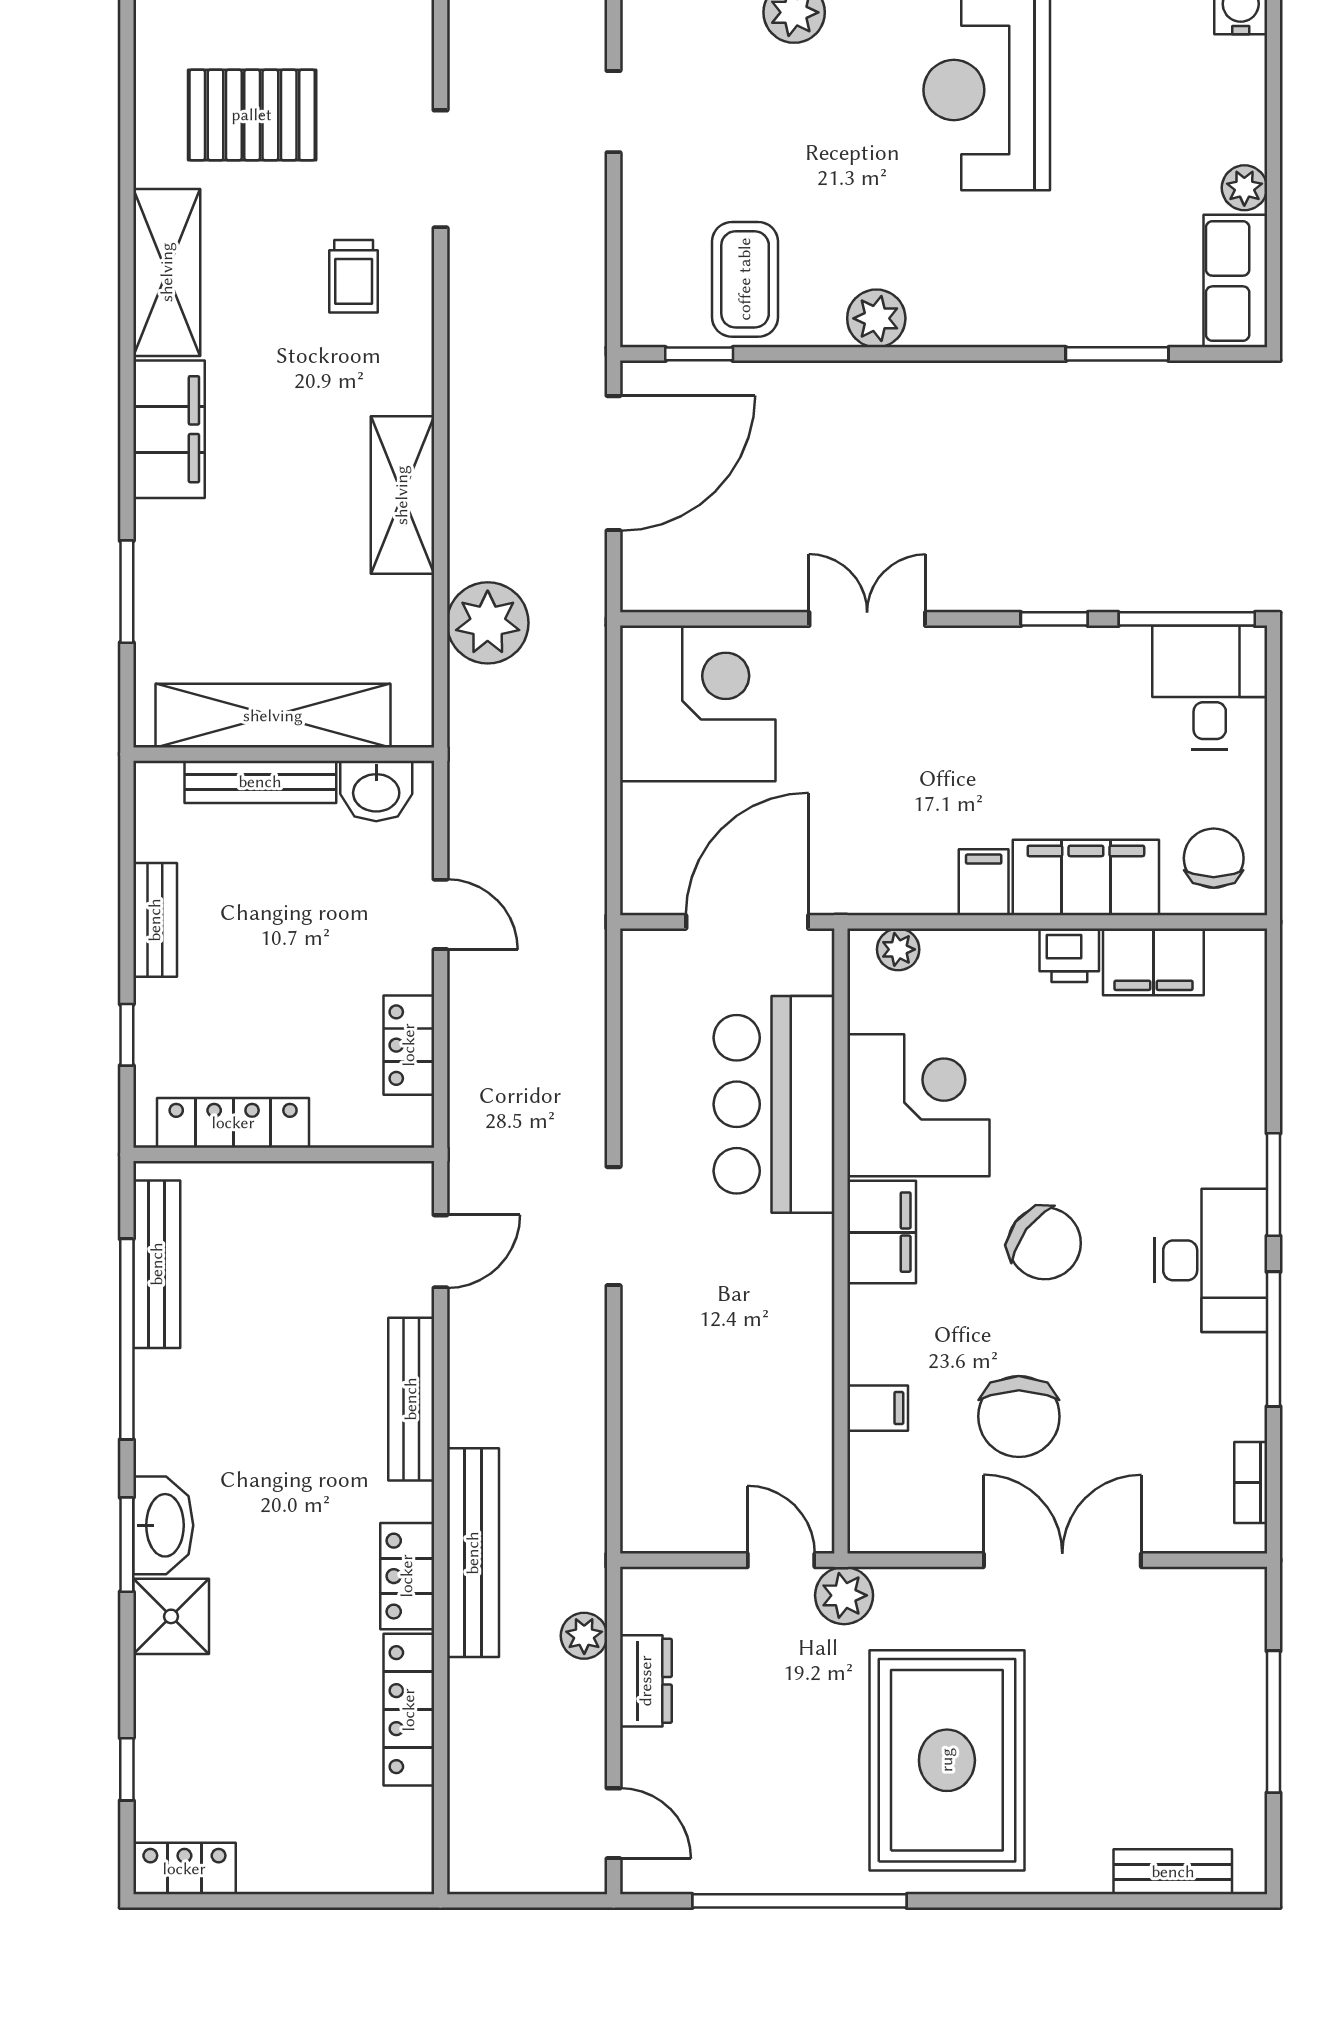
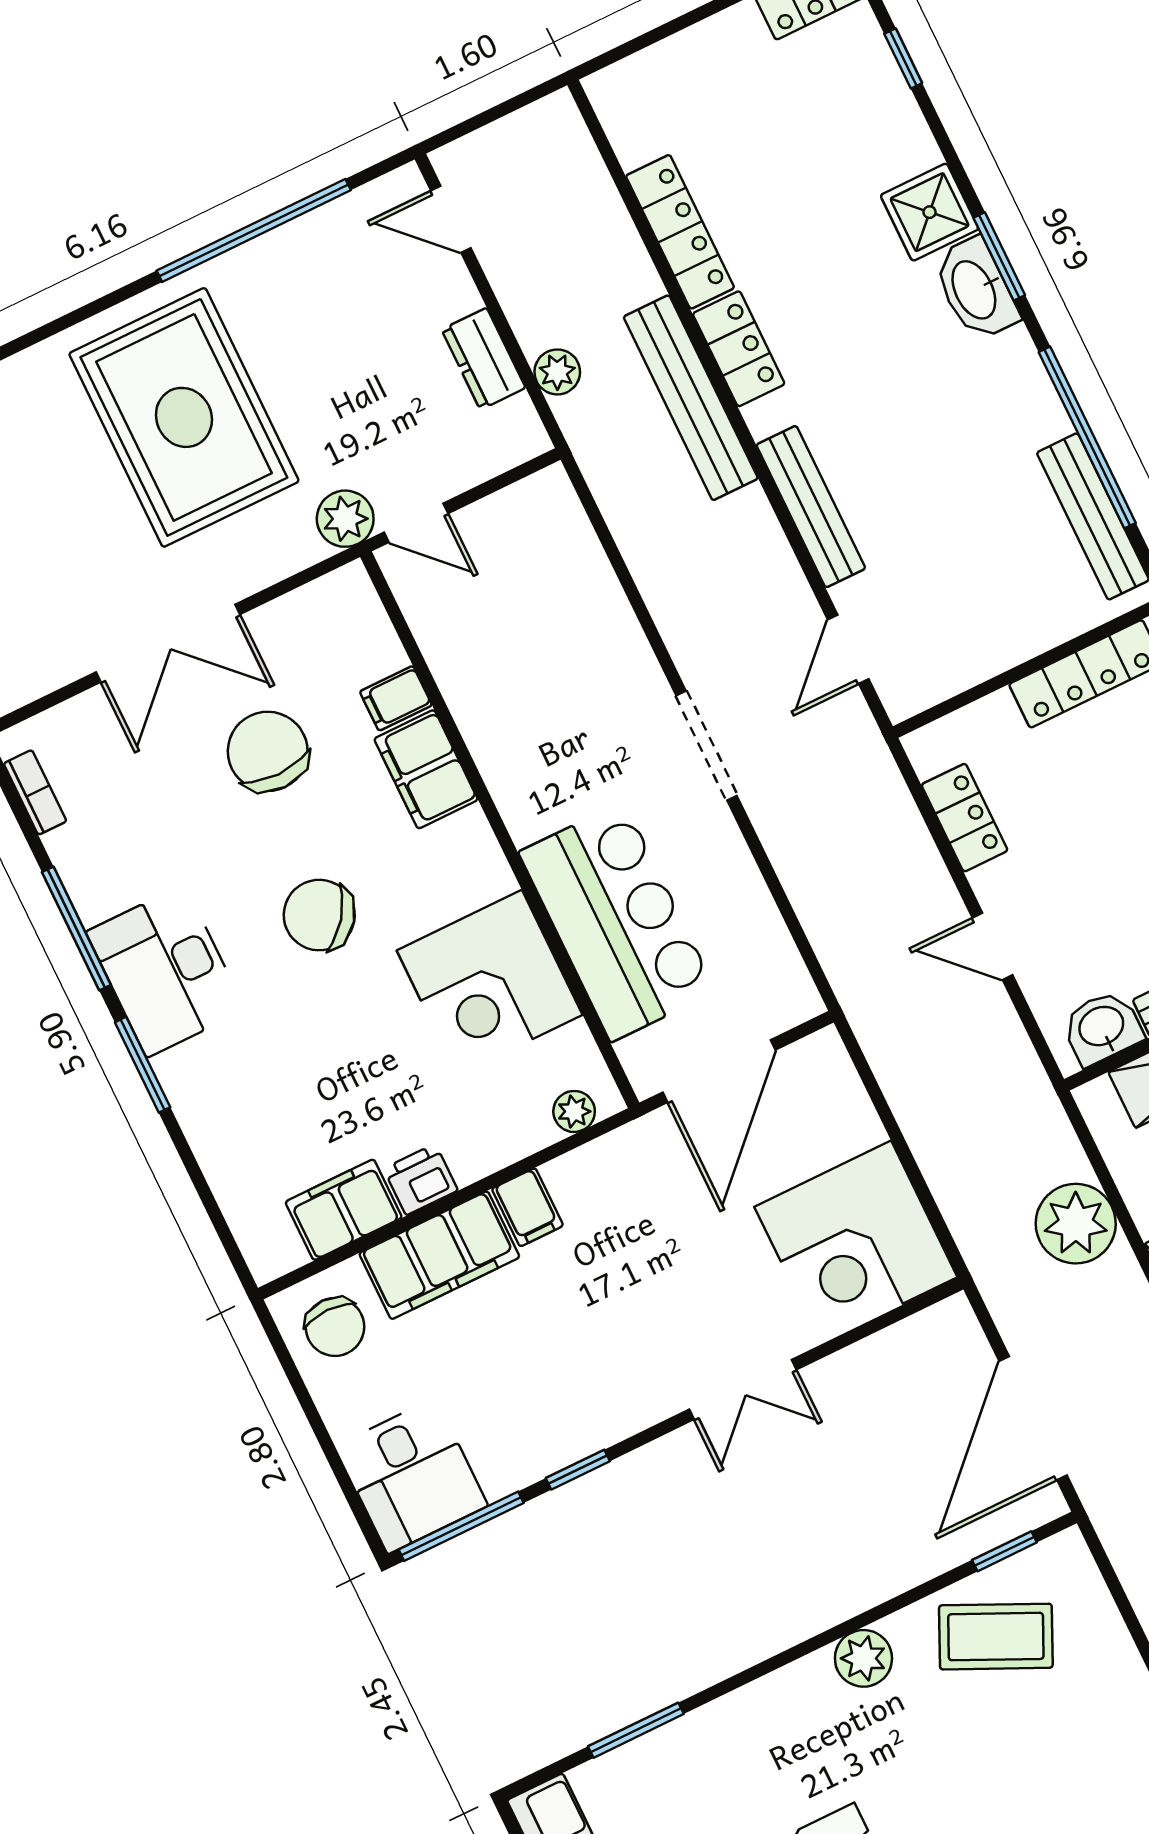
coffee table: (745, 279) -> (996, 1637), turned -65
filing cabinet: (882, 1232) -> (426, 769), moved

